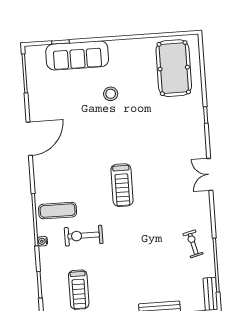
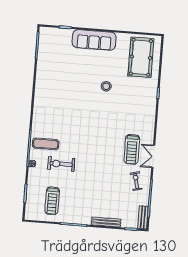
sofa: (77, 55) -> (94, 40), moved
stool: (111, 94) -> (106, 86), moved
door: (29, 139) -> (33, 91), removed
double door: (210, 174) -> (153, 156), moved
treadmill: (122, 185) -> (132, 149), moved

